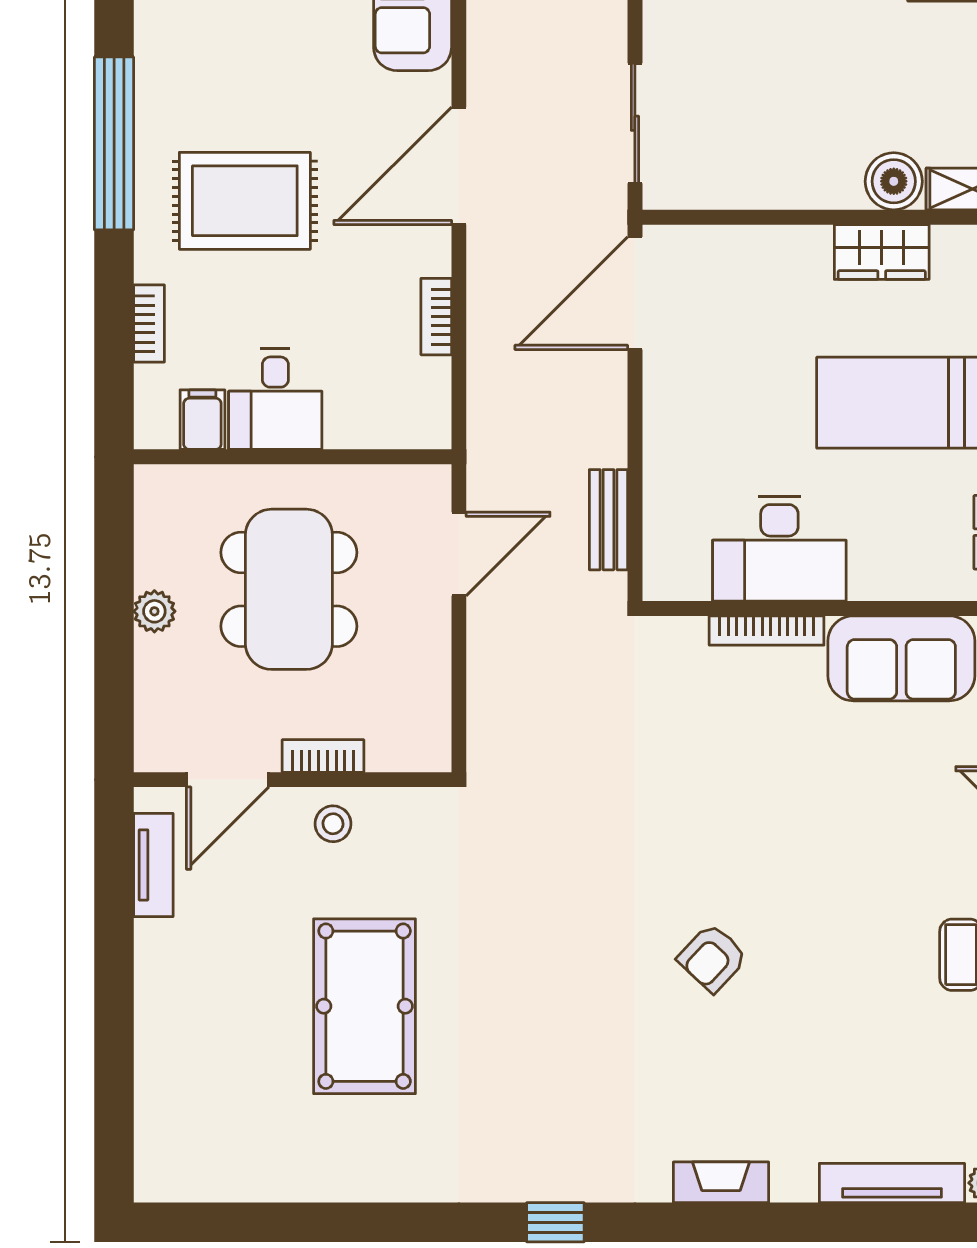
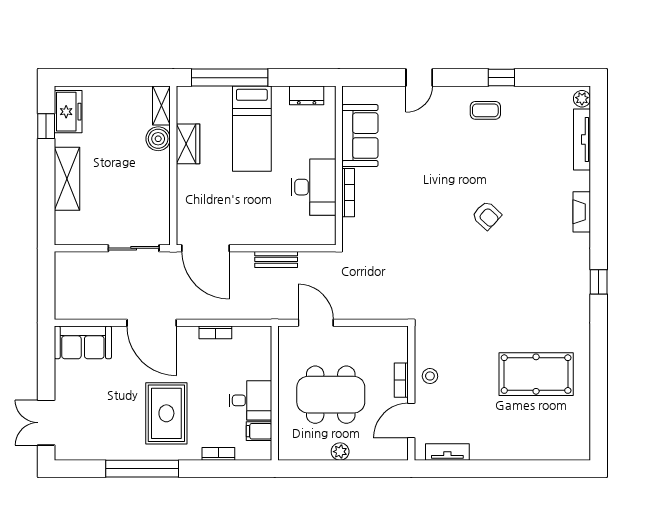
bench: (608, 520) -> (276, 259), moved
door: (228, 780) -> (411, 421), swing flipped
pool table: (365, 1006) -> (536, 374), moved

